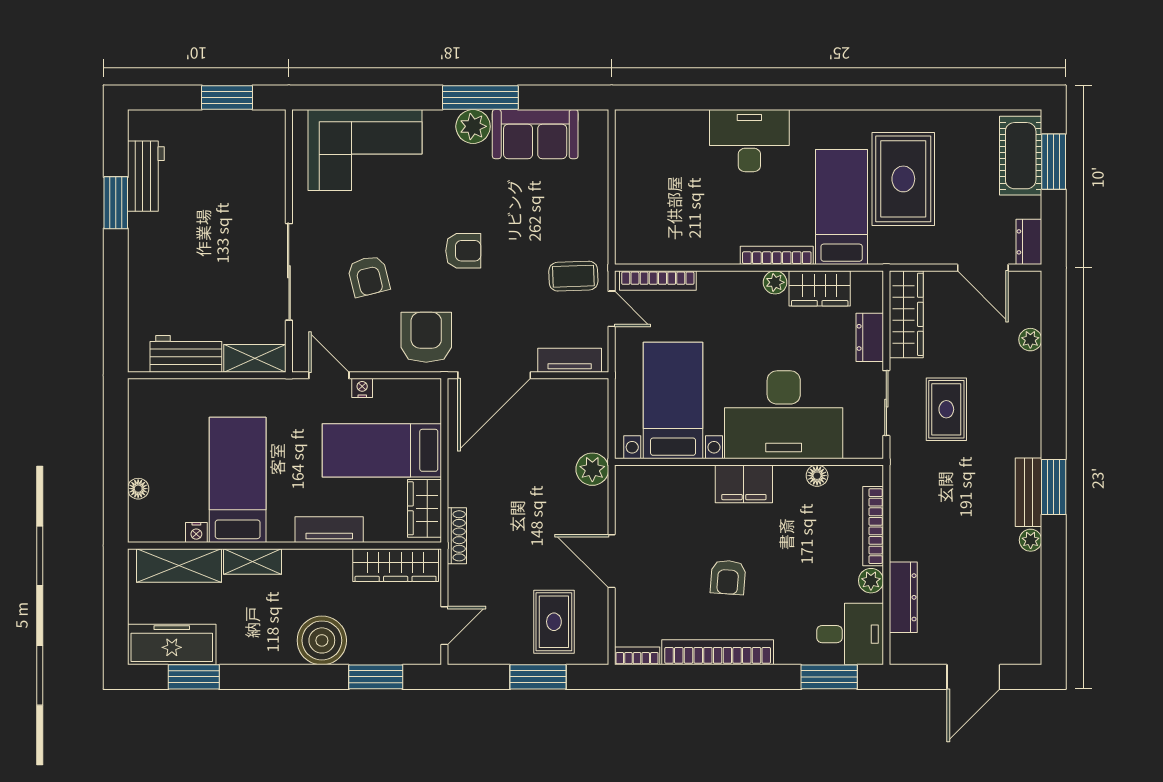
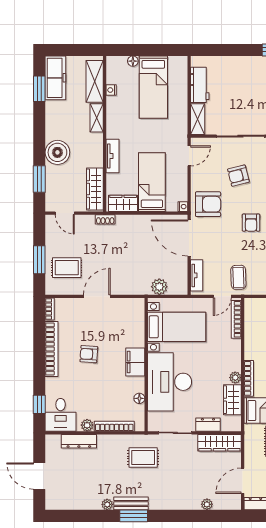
nightstand: (362, 388) -> (183, 207), moved
rug: (946, 409) -> (143, 457), moved
plant: (592, 469) -> (159, 287), moved
bed: (238, 480) -> (153, 87), moved, turned 90
shoe rack: (457, 536) -> (105, 219), width x0.70
window: (829, 677) -> (39, 404), width x0.67

